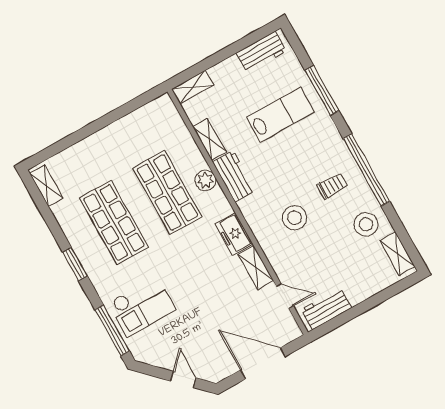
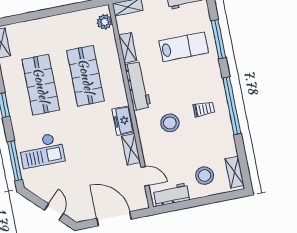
workbench: (234, 176) -> (138, 86), width x1.37
plant: (205, 180) -> (105, 22), moved
stool: (366, 224) -> (205, 176), moved

